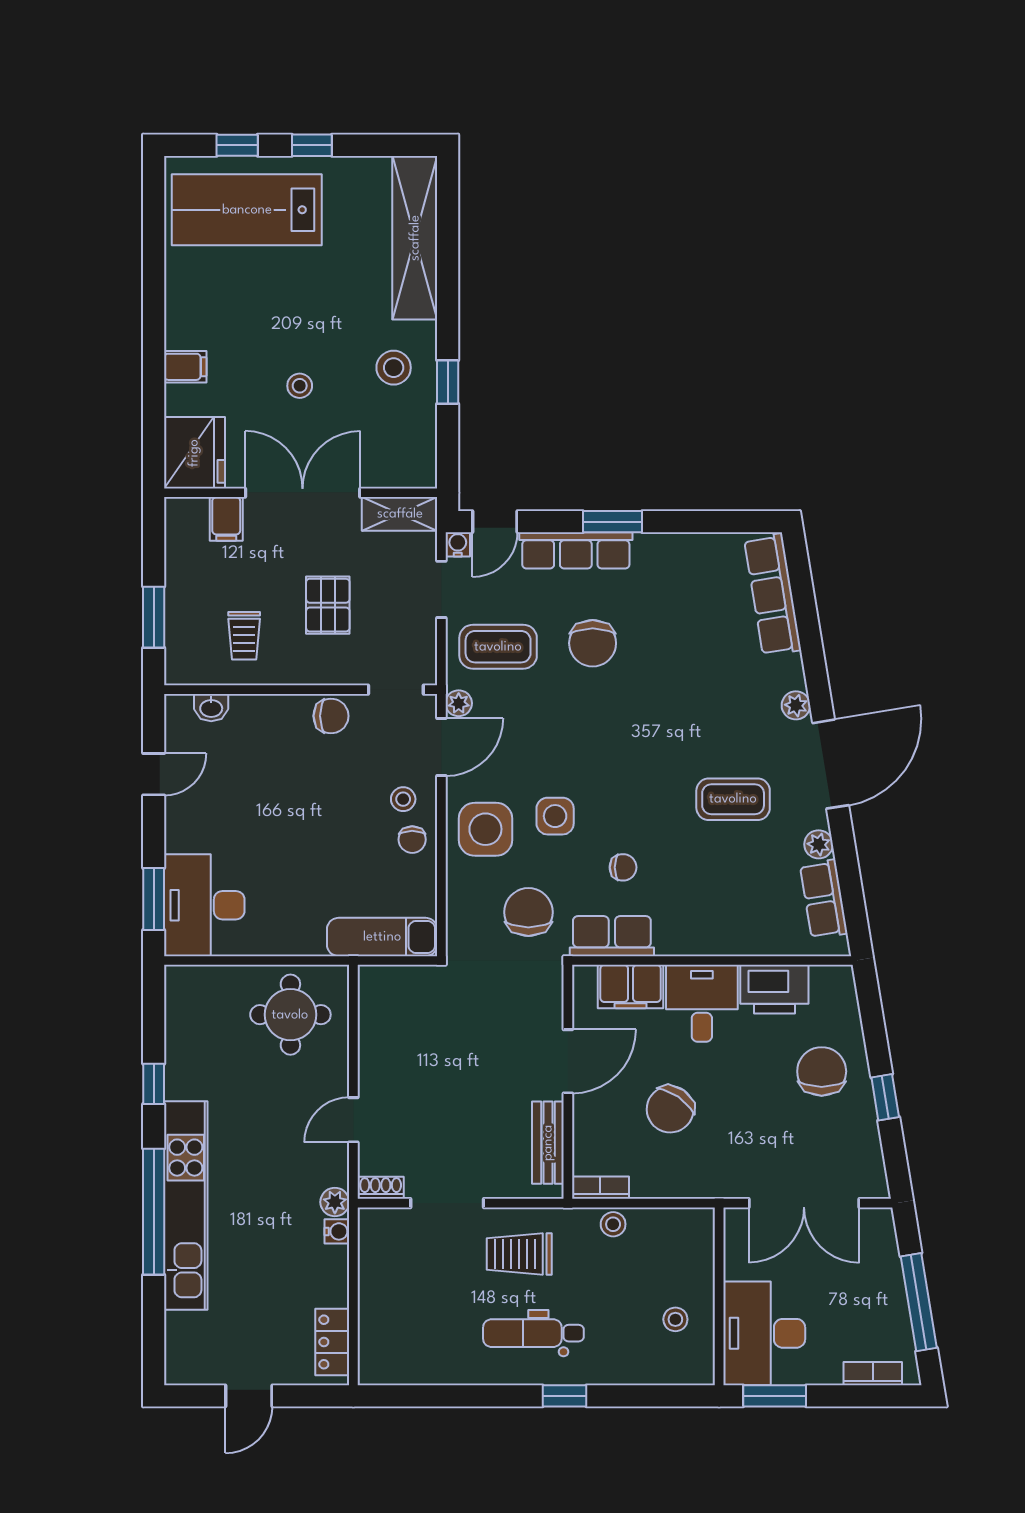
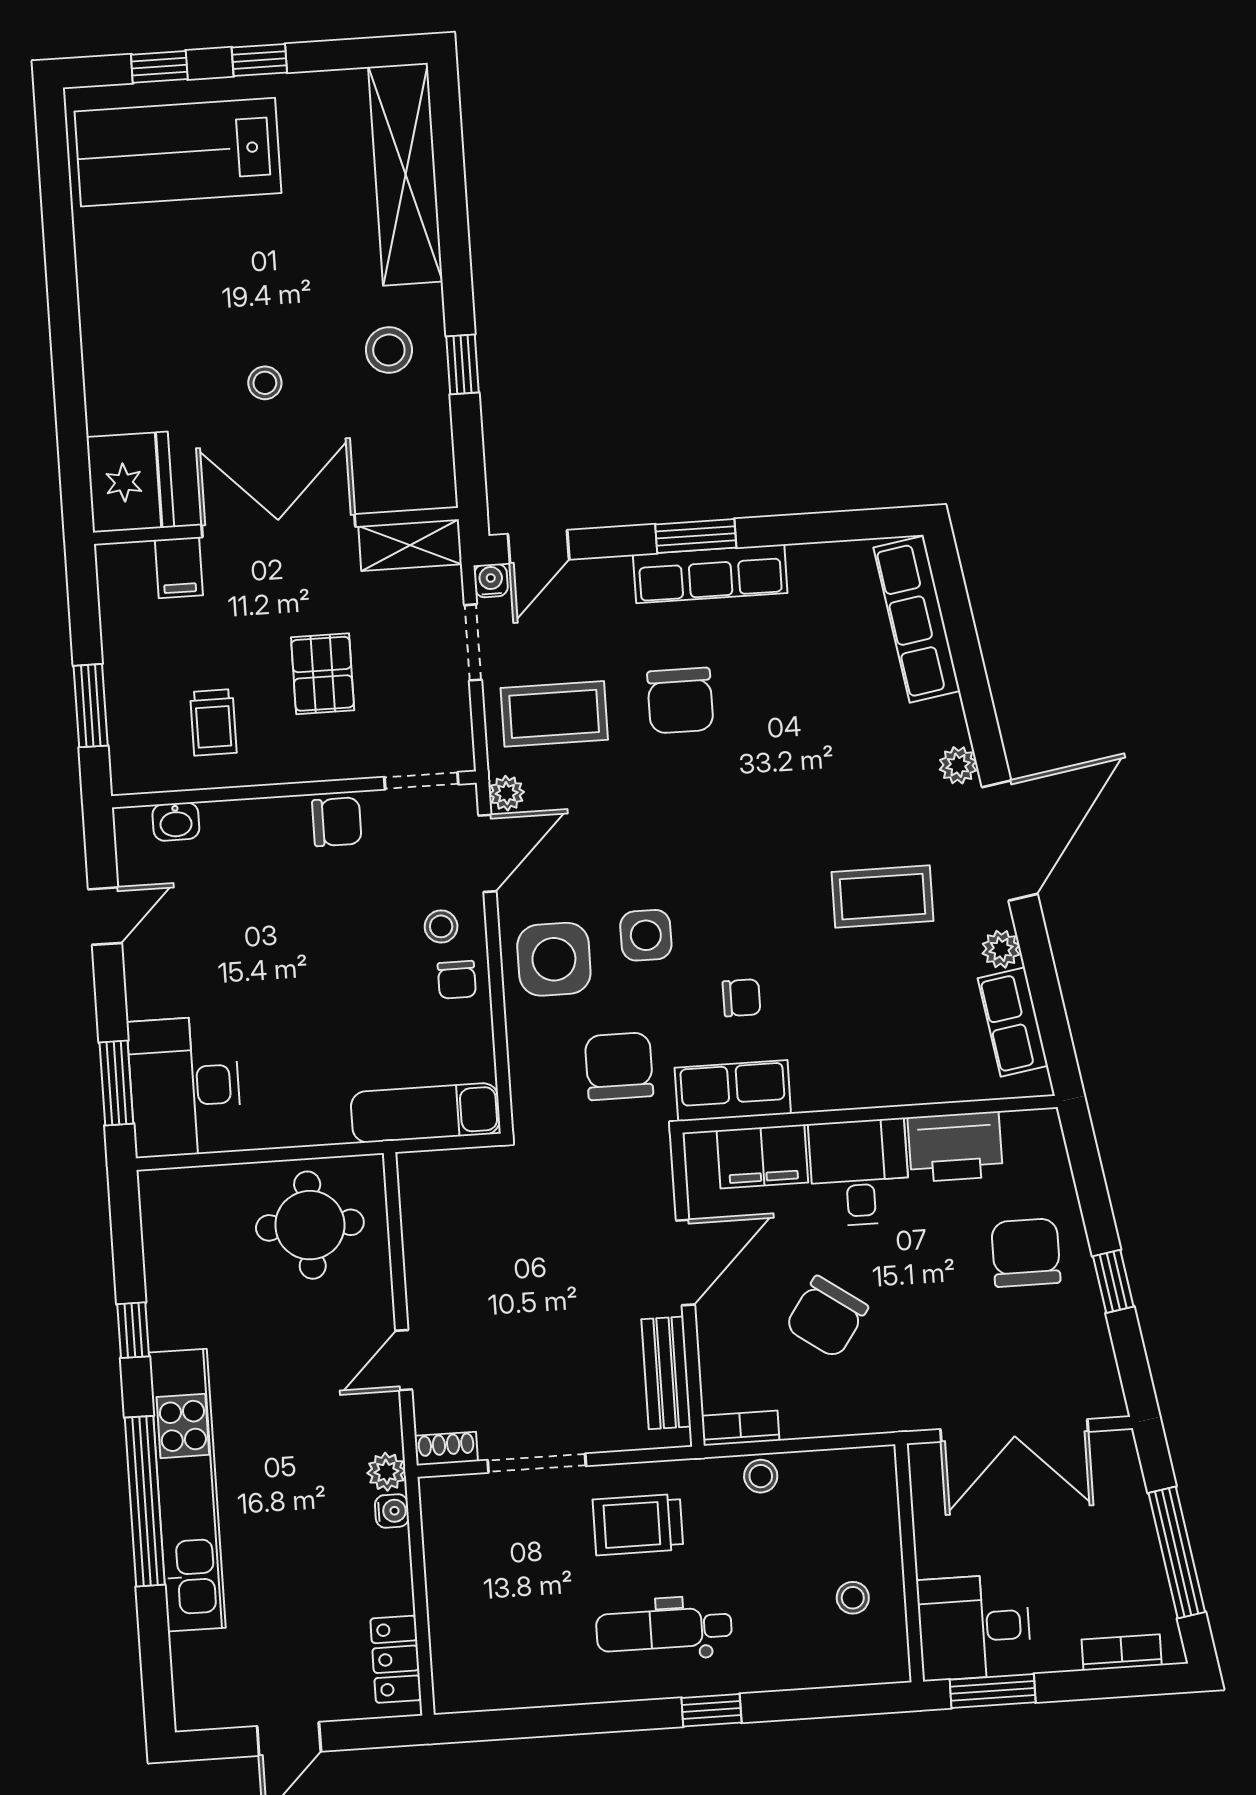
filing cabinet: (185, 367) -> (110, 368), removed
row of seats: (576, 550) -> (710, 574), moved
desk: (764, 1333) -> (974, 1627), width x0.73

